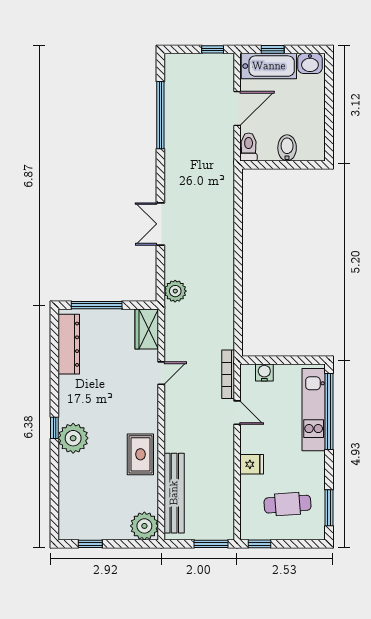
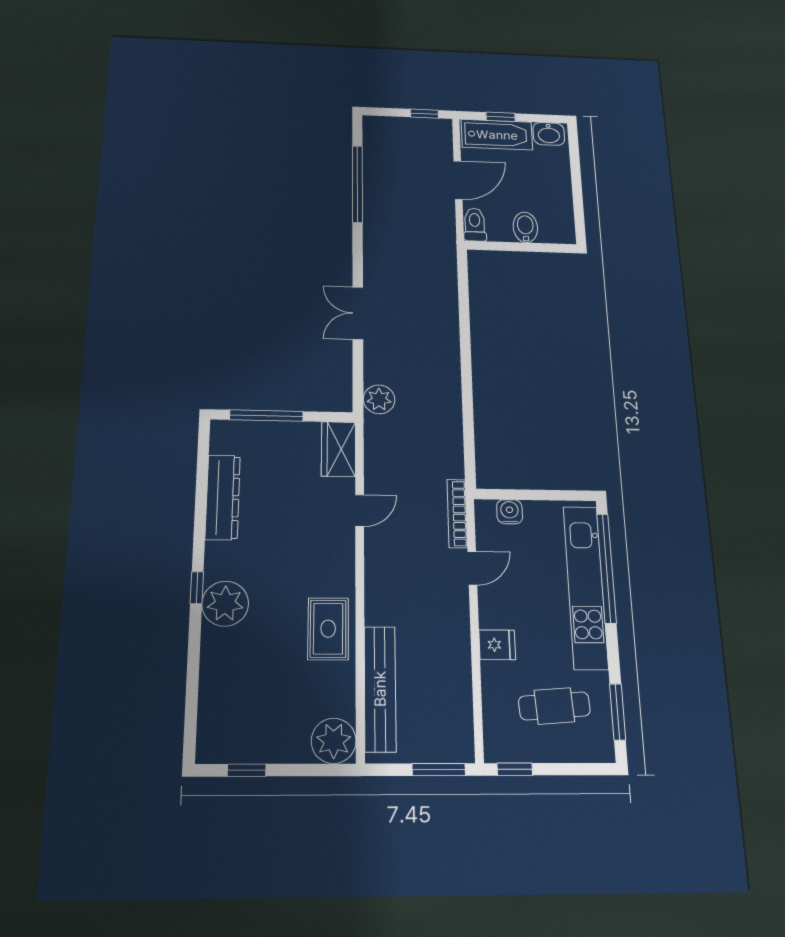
dresser: (69, 344) -> (223, 497), moved
kitchen unit: (314, 410) -> (585, 587), width x1.36
door: (237, 413) -> (472, 568), hinge flipped

